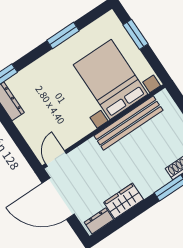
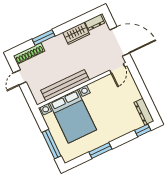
window: (135, 34) -> (52, 144), width x1.44

